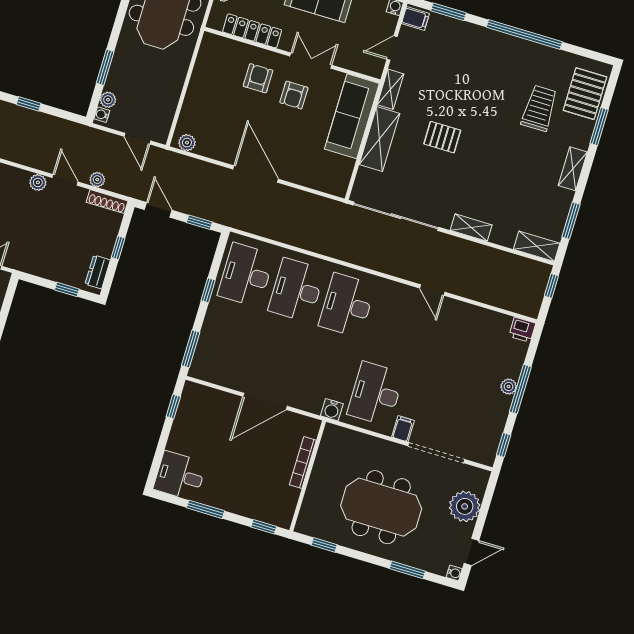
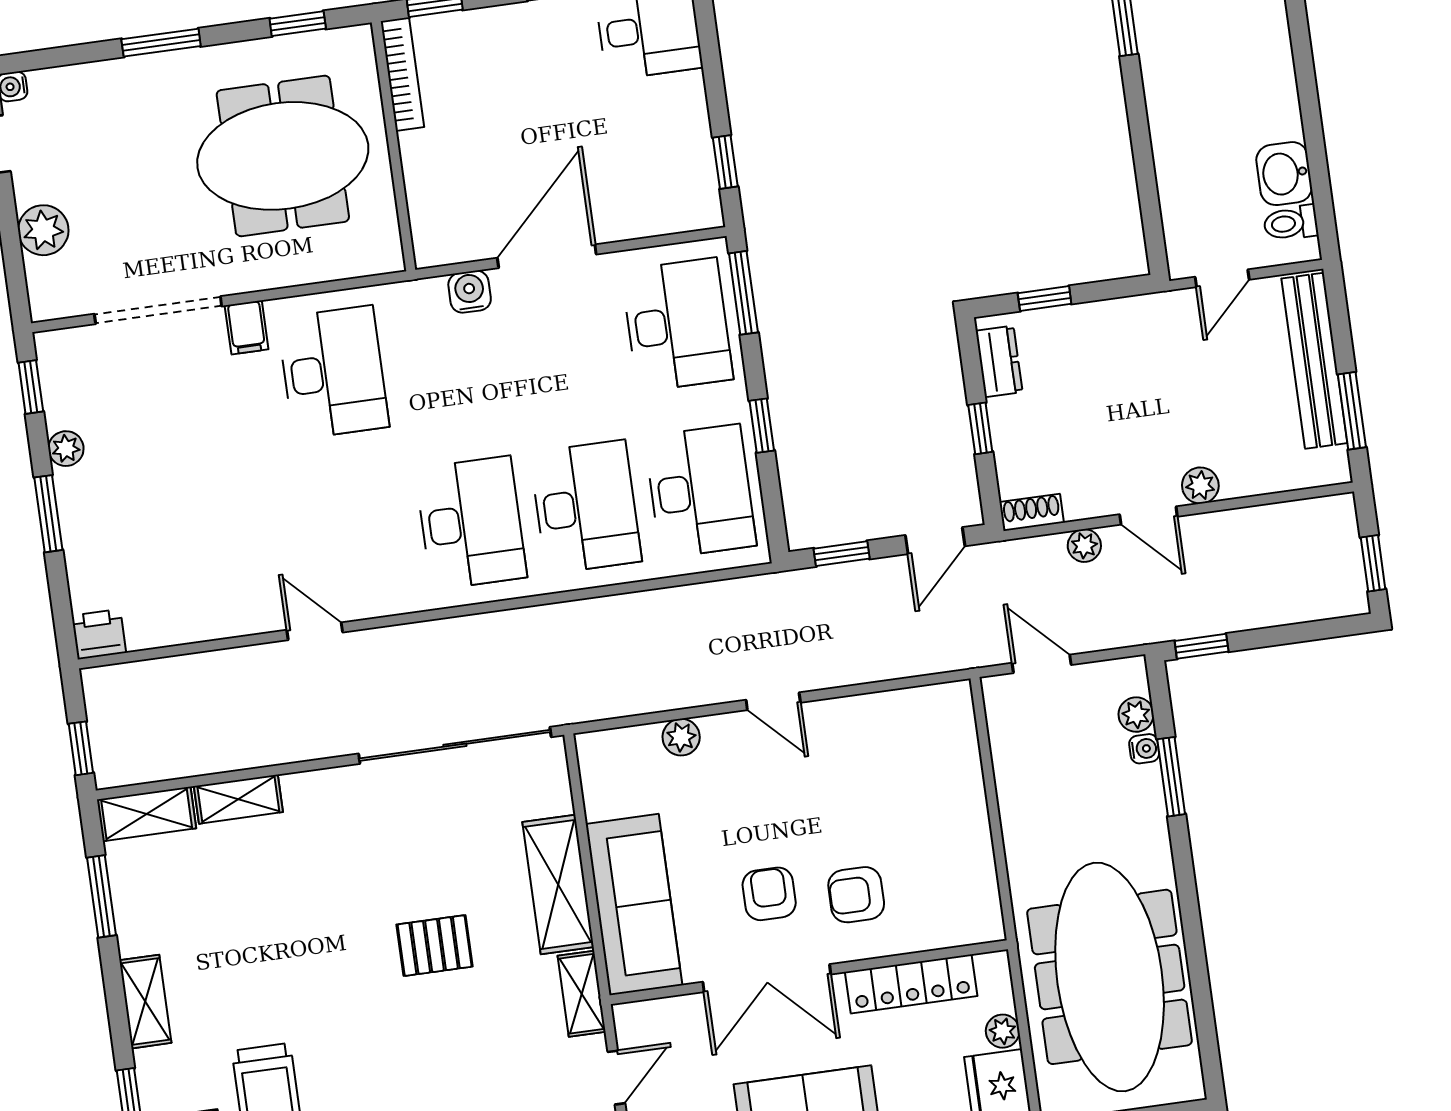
double door: (311, 61) -> (767, 978), width x1.37
armchair: (258, 78) -> (856, 895), turned 90
window: (29, 104) -> (1202, 646), moved
water cooler: (102, 115) -> (1144, 749), moved
plant: (187, 143) -> (681, 737), moved
door: (256, 174) -> (773, 701), width x0.53
shoe rack: (107, 202) -> (1032, 512), width x0.70
door: (158, 210) -> (935, 541), hinge flipped
shelving: (471, 228) -> (238, 799), moved
desk: (224, 348) -> (677, 325), added
plant: (509, 387) -> (66, 449), moved
window: (520, 389) -> (48, 514), width x0.69
water cooler: (332, 410) -> (470, 292), moved
bookcase: (303, 462) -> (402, 74), moved
plant: (465, 506) -> (43, 230), width x0.73, depth x0.73
meeting table: (381, 507) -> (283, 156), moved
window: (407, 570) -> (161, 43), moved

